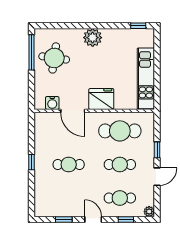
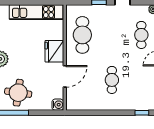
water cooler: (52, 103) -> (58, 105), moved
window: (31, 162) -> (142, 113), moved
cafe table: (120, 164) -> (112, 35), removed

